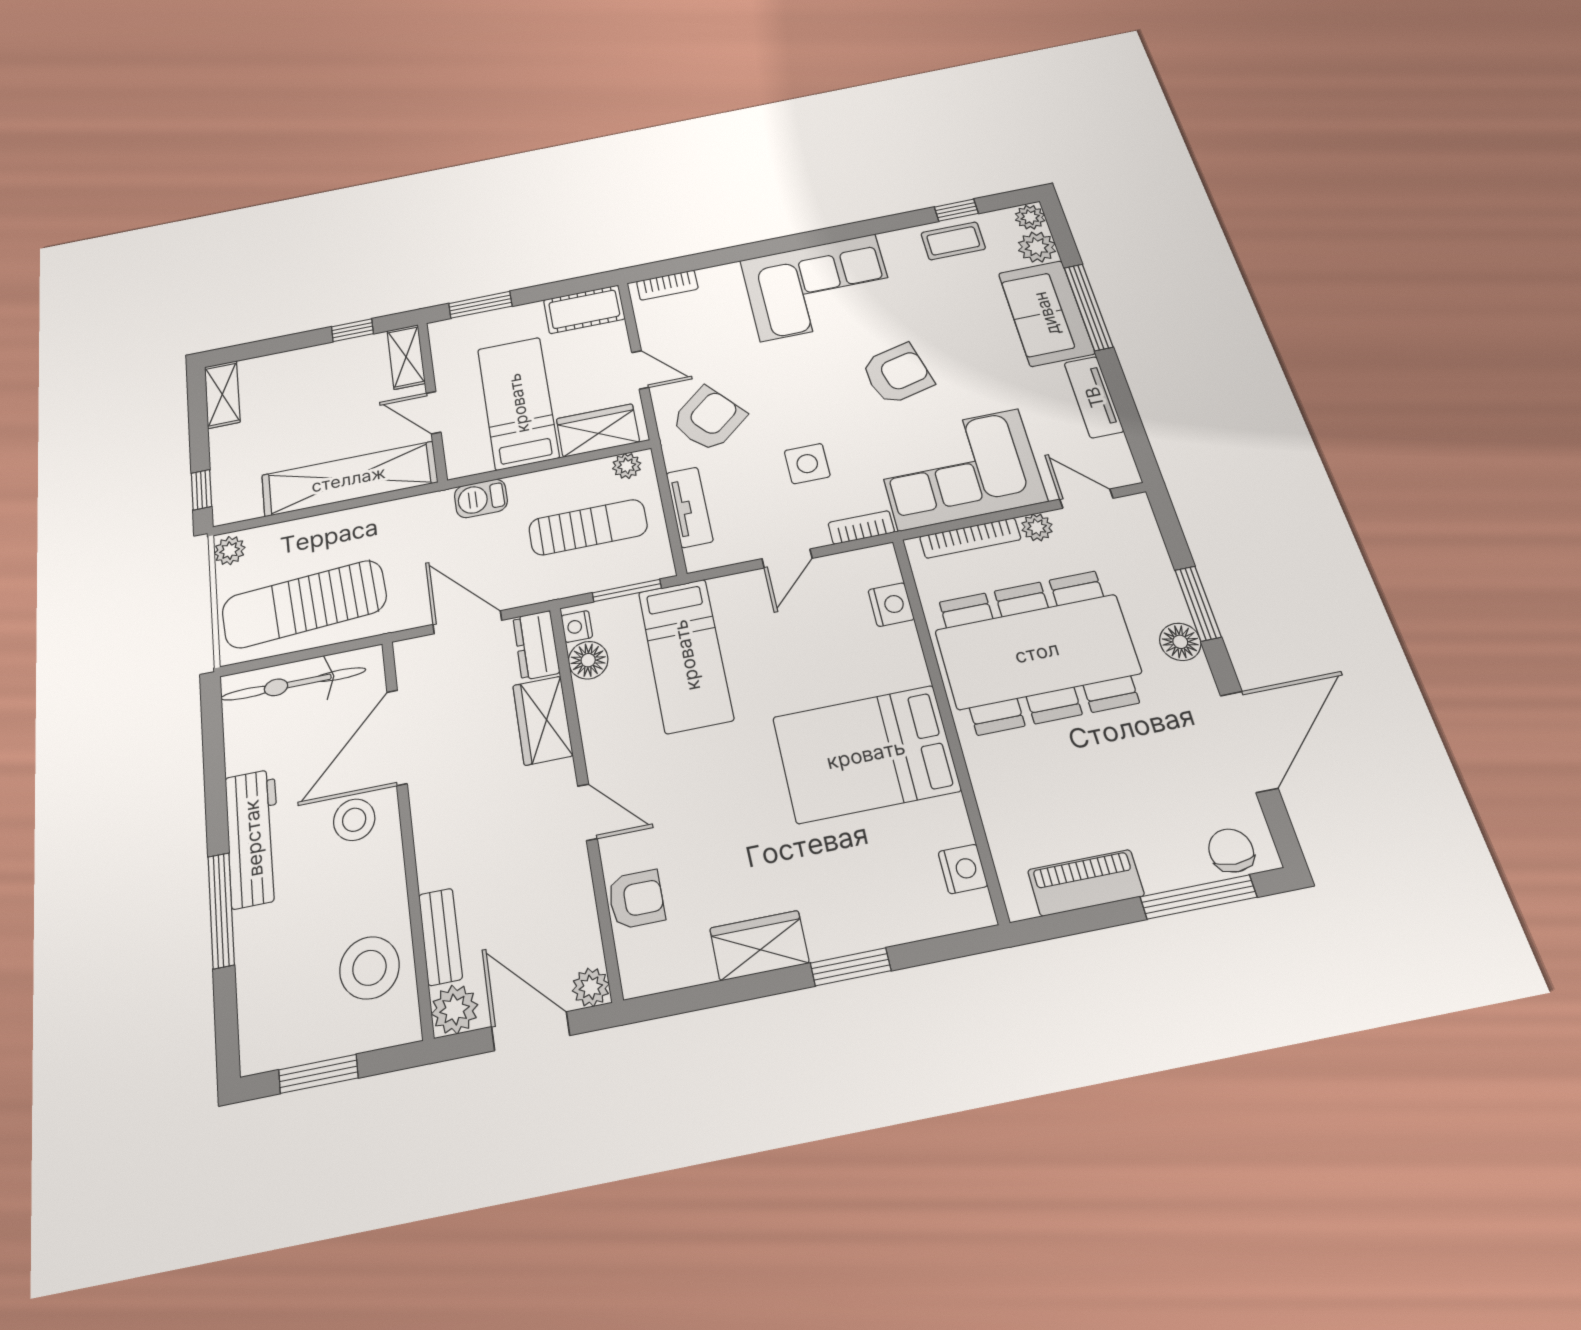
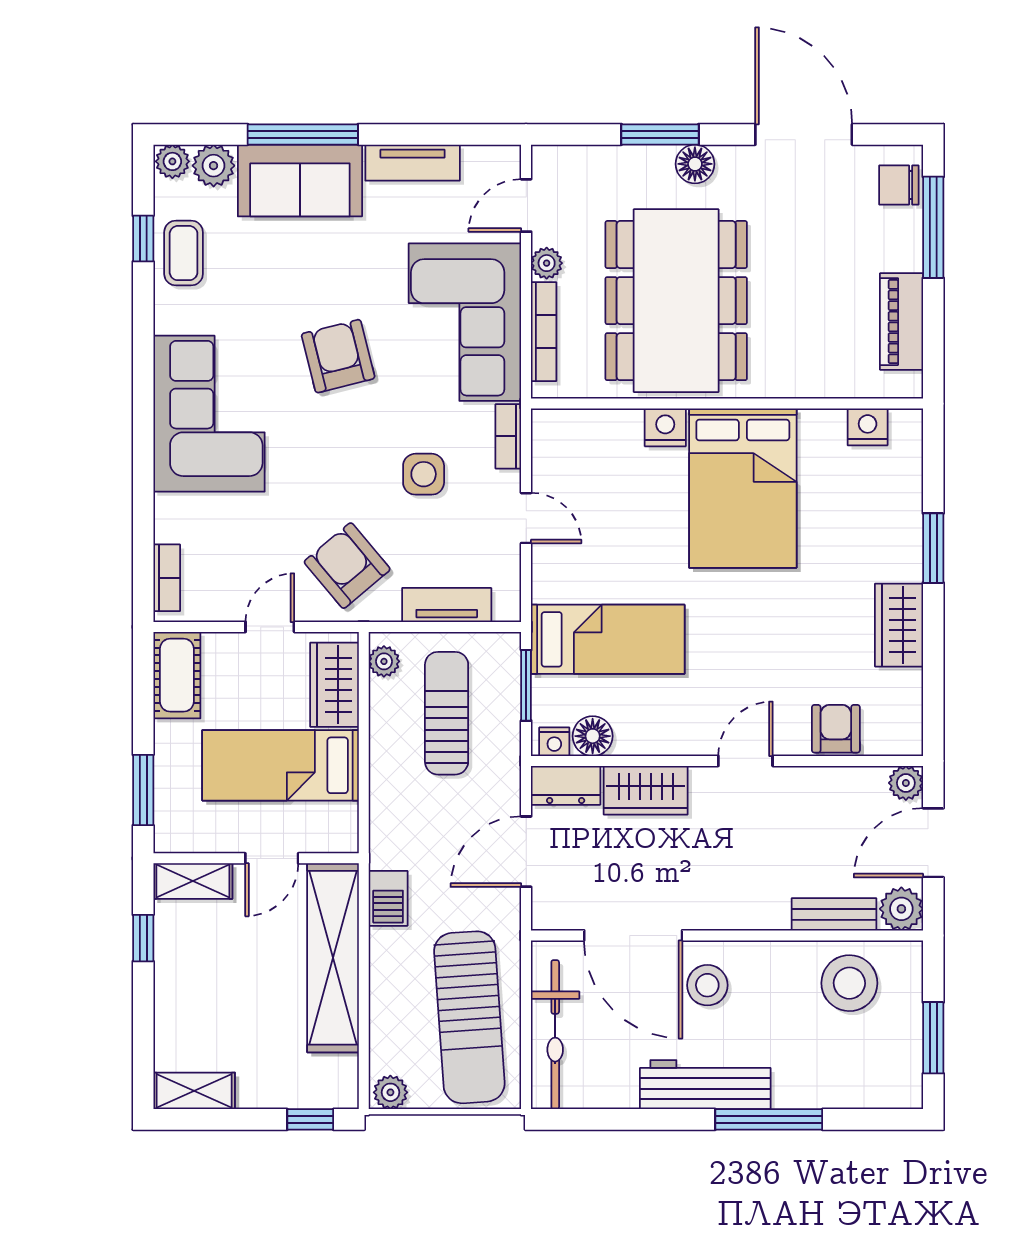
barbecue: (481, 498) -> (388, 898), moved
nightstand: (891, 605) -> (665, 427), moved

